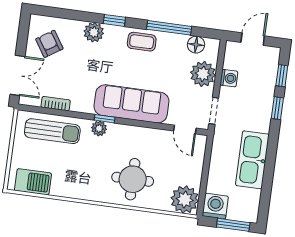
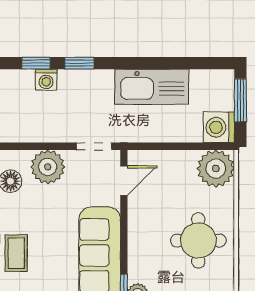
washing machine: (229, 78) -> (46, 80), moved, turned 180

